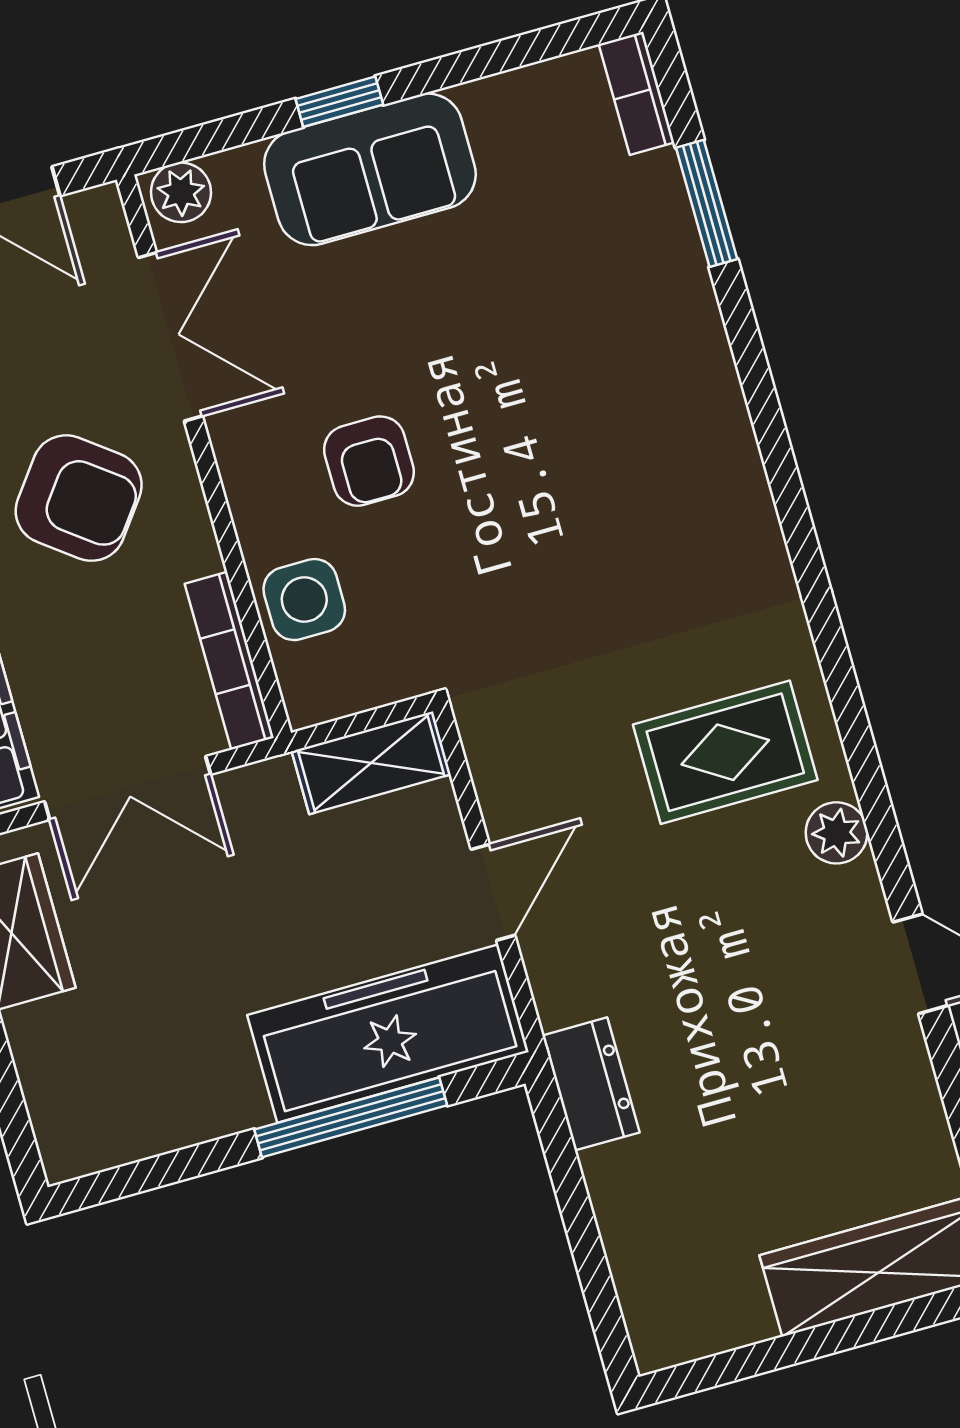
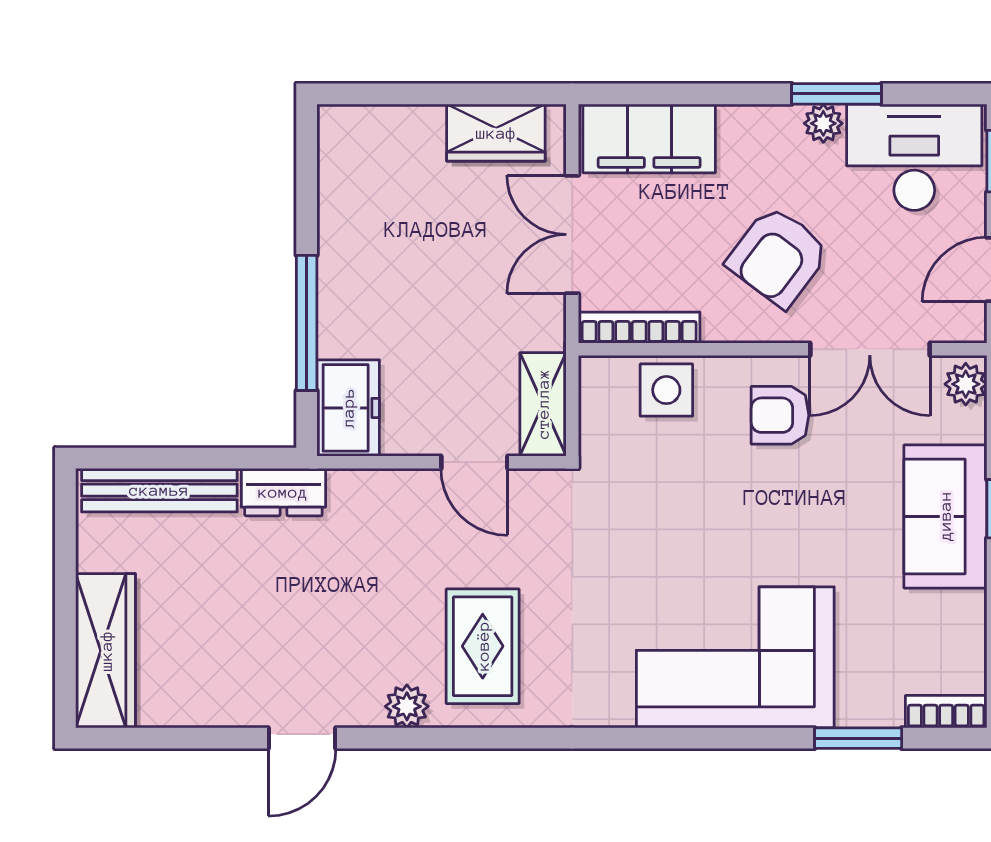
corner sofa: (643, 402) -> (735, 657), added
armchair: (369, 461) -> (780, 415), moved
door: (493, 892) -> (474, 462), moved
freezer: (388, 1034) -> (348, 408), width x0.52, depth x0.79
bench: (636, 1254) -> (159, 490), added

